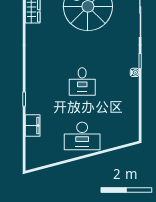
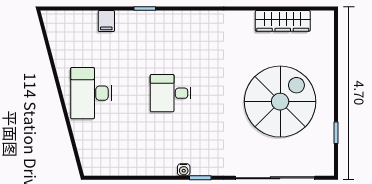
filing cabinet: (33, 125) -> (106, 21), width x0.50

